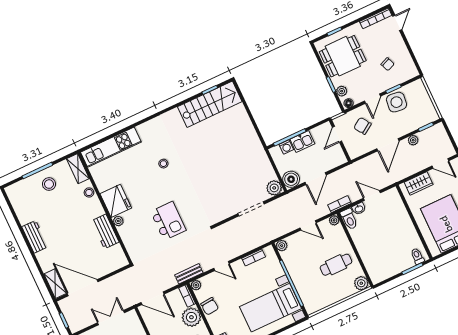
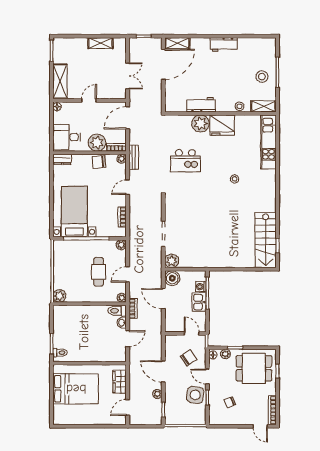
dining table: (343, 56) -> (254, 368), turned 90
plant: (118, 221) -> (201, 123), width x1.87, depth x1.87
cafe table: (336, 265) -> (99, 272), moved

